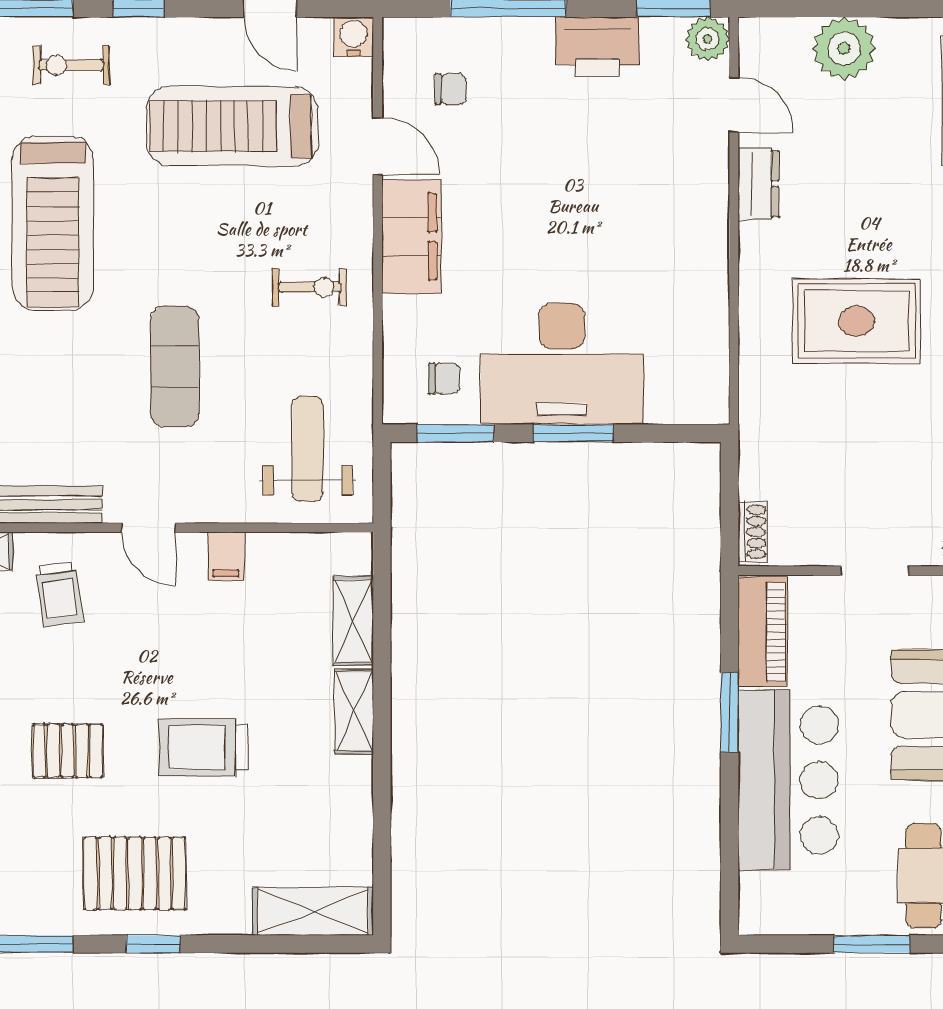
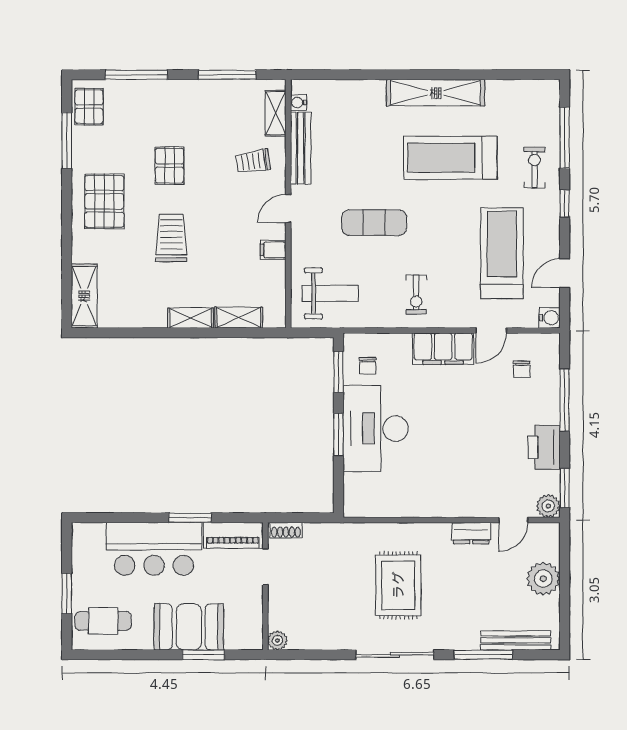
doorway: (875, 571) -> (265, 567), moved
window: (153, 944) -> (67, 211), removed

